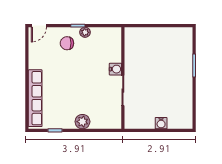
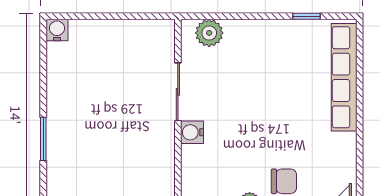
plant: (82, 122) -> (209, 33), moved
water cooler: (161, 123) -> (57, 30), moved

